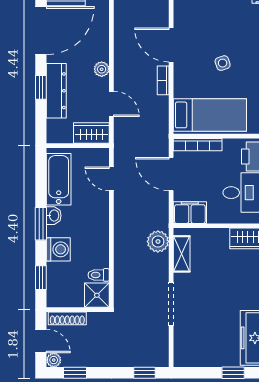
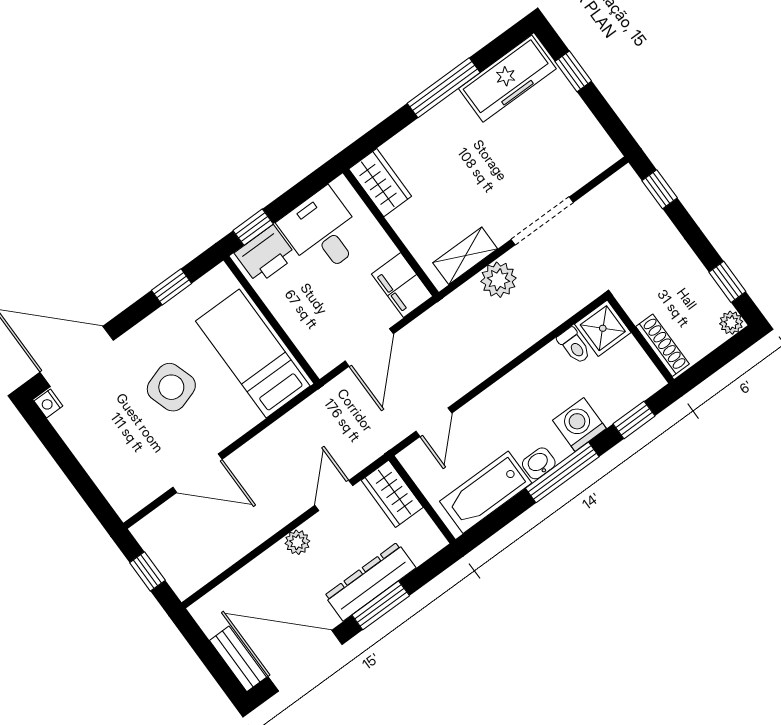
door: (171, 45) -> (197, 473), hinge flipped
side table: (223, 63) -> (171, 387), width x1.87, depth x1.87
bookcase: (163, 80) -> (252, 449), removed
window: (41, 87) -> (381, 605), width x1.50
bookcase: (198, 145) -> (304, 341), removed
window: (41, 224) -> (562, 472), width x1.44
plant: (158, 241) -> (499, 280), moved
door: (41, 341) -> (718, 358), removed

